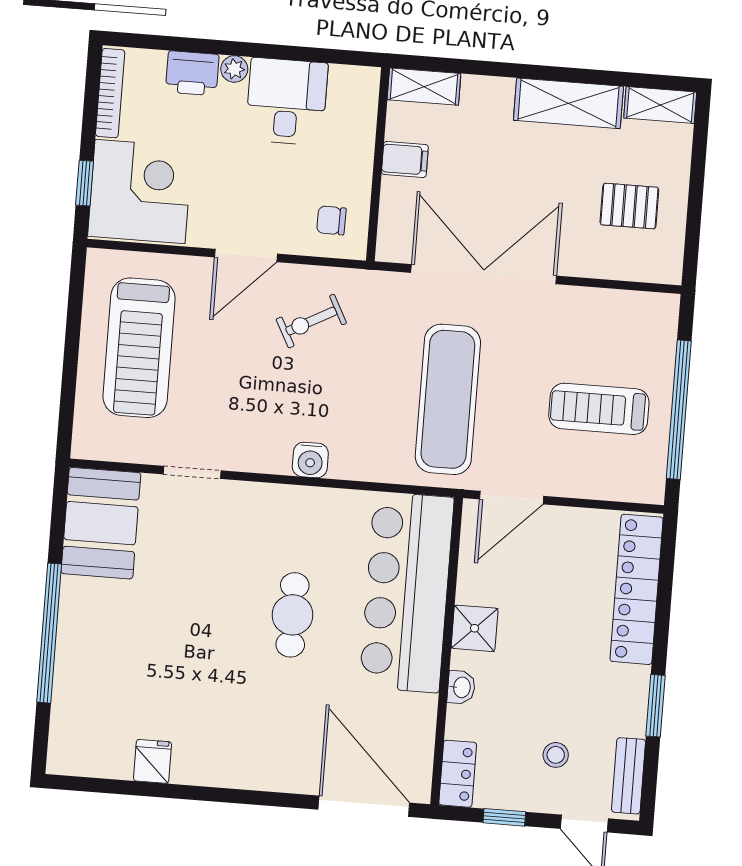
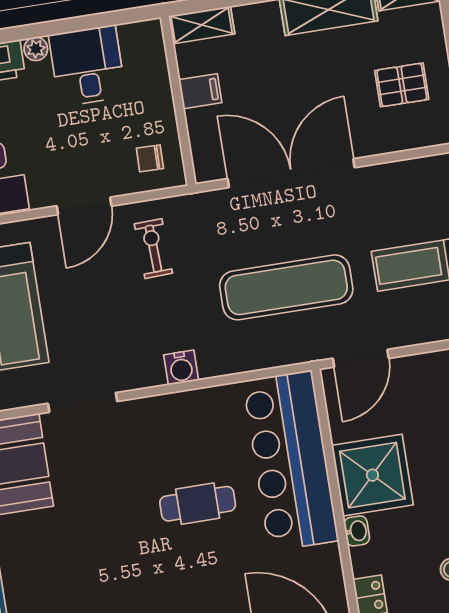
exercise bike: (311, 321) -> (153, 249), turned 116
exercise mat: (448, 399) -> (286, 287), turned 90
doorway: (192, 472) -> (83, 402), width x1.38
cafe table: (292, 615) -> (198, 504), turned 90
shower: (475, 628) -> (372, 475), width x1.86, depth x1.86

